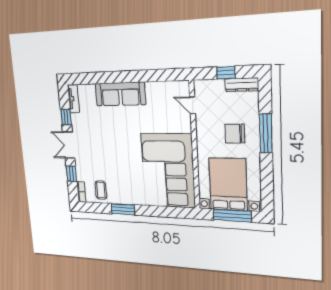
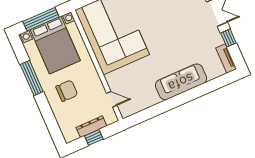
dresser: (242, 85) -> (91, 127), moved
window: (266, 133) -> (32, 78), moved

